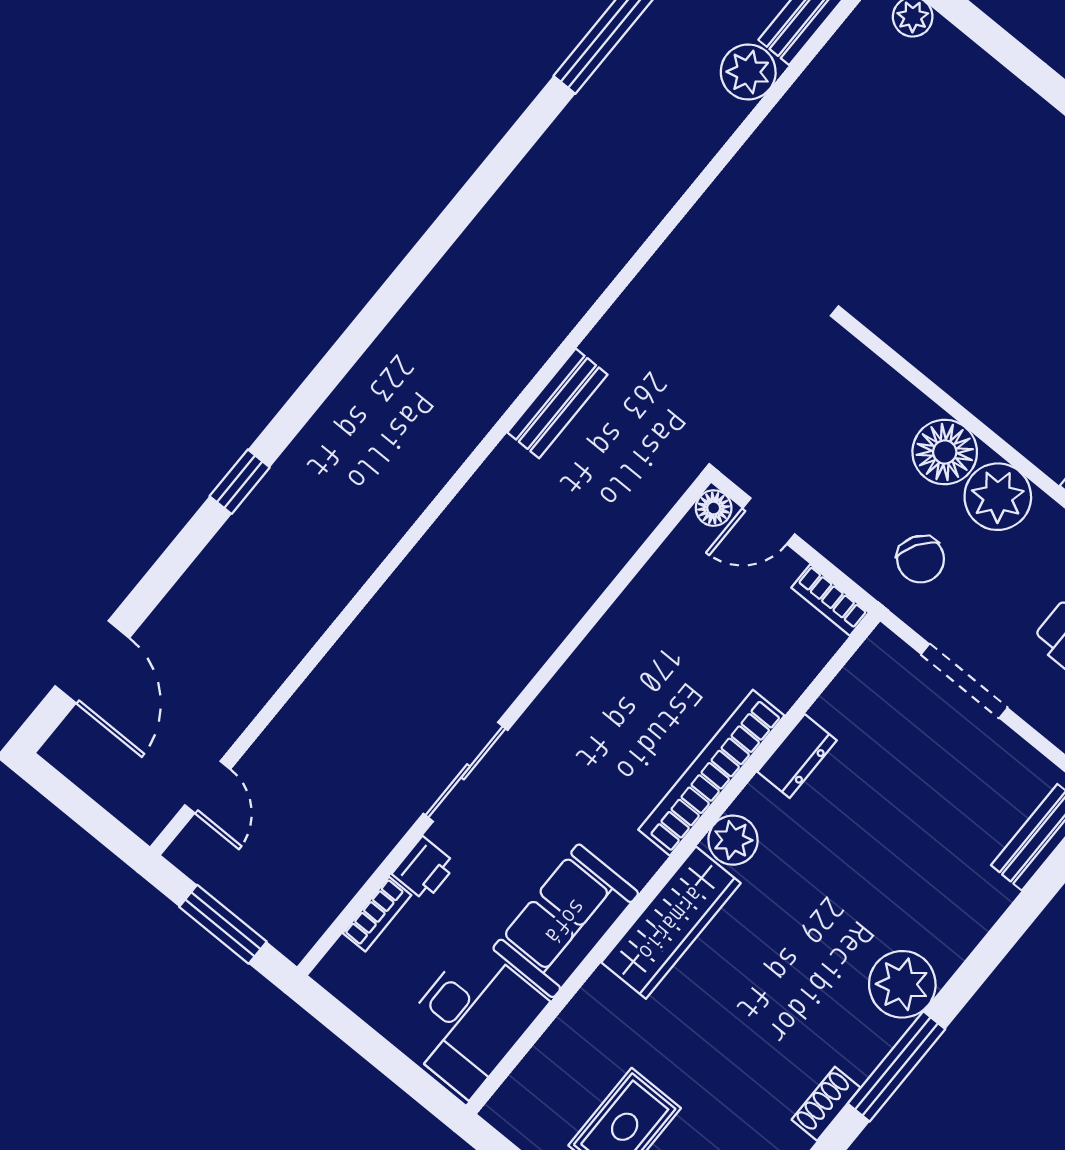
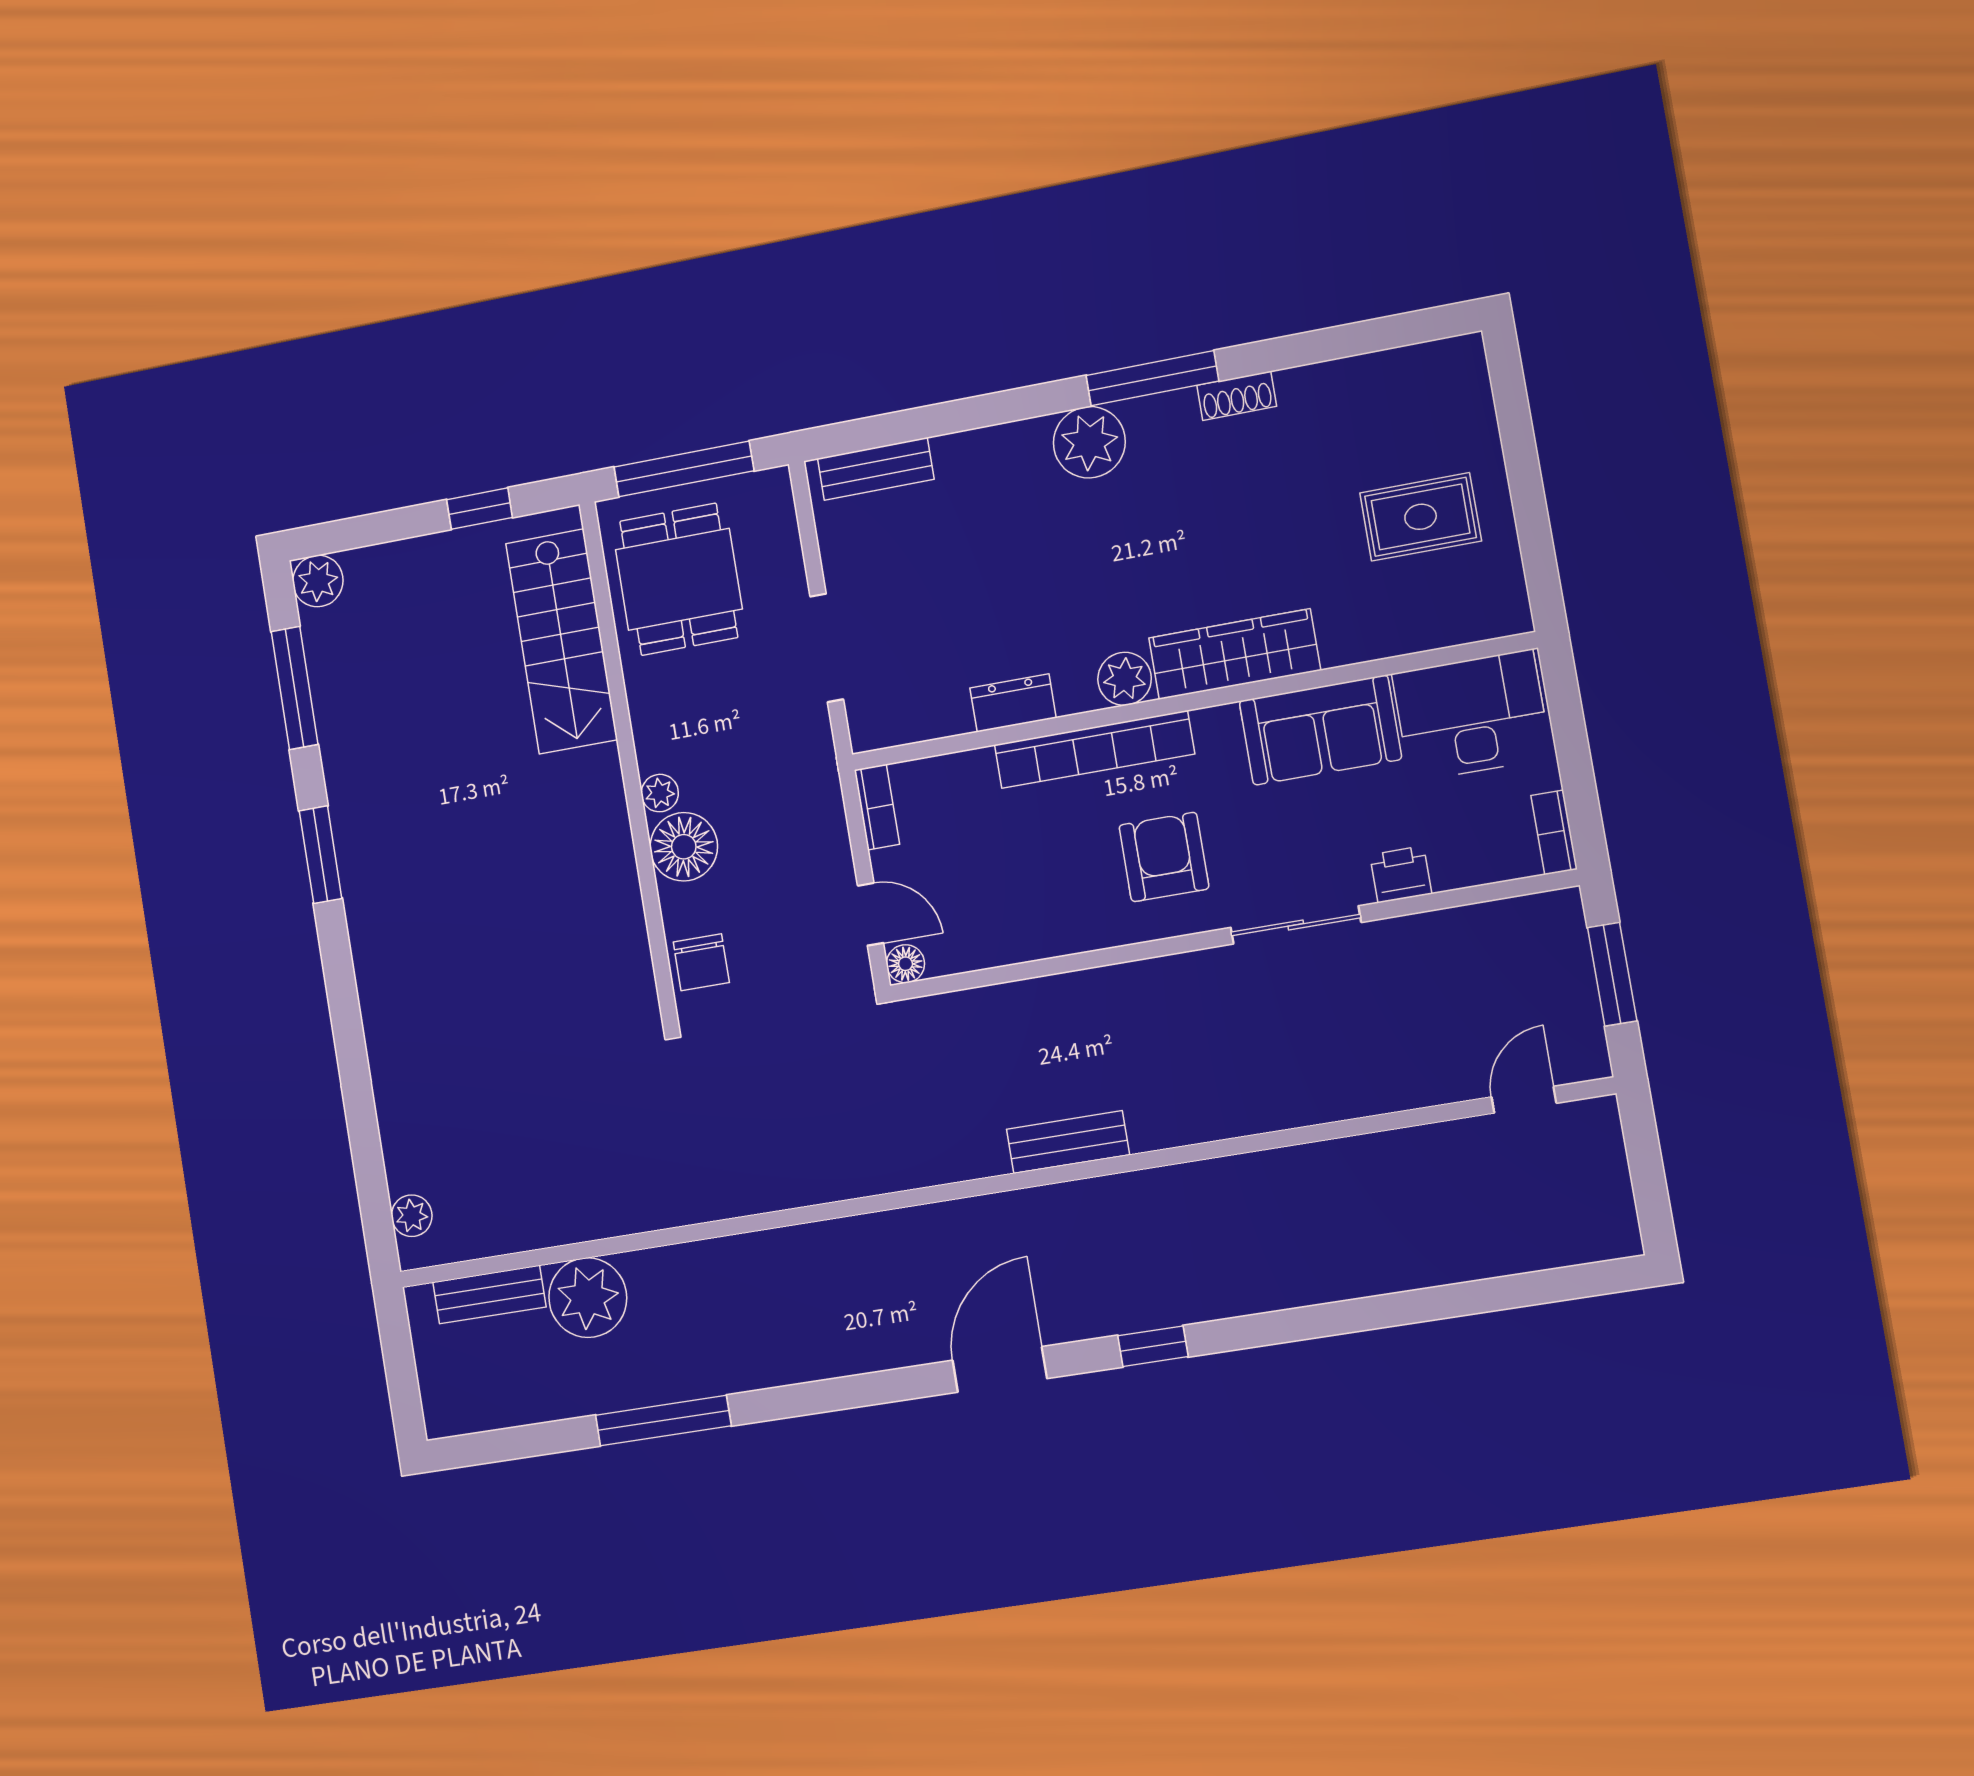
plant: (748, 72) -> (588, 1298), width x1.36, depth x1.36
bench: (557, 403) -> (1068, 1142), moved
window: (240, 482) -> (1153, 1346), moved
plant: (998, 497) -> (660, 793), width x0.53, depth x0.53
chair: (921, 559) -> (701, 962), moved, turned 148
door: (92, 662) -> (1000, 1369), moved
armchair: (597, 740) -> (1164, 857), added
bookcase: (377, 914) -> (1554, 832), moved, turned -90

